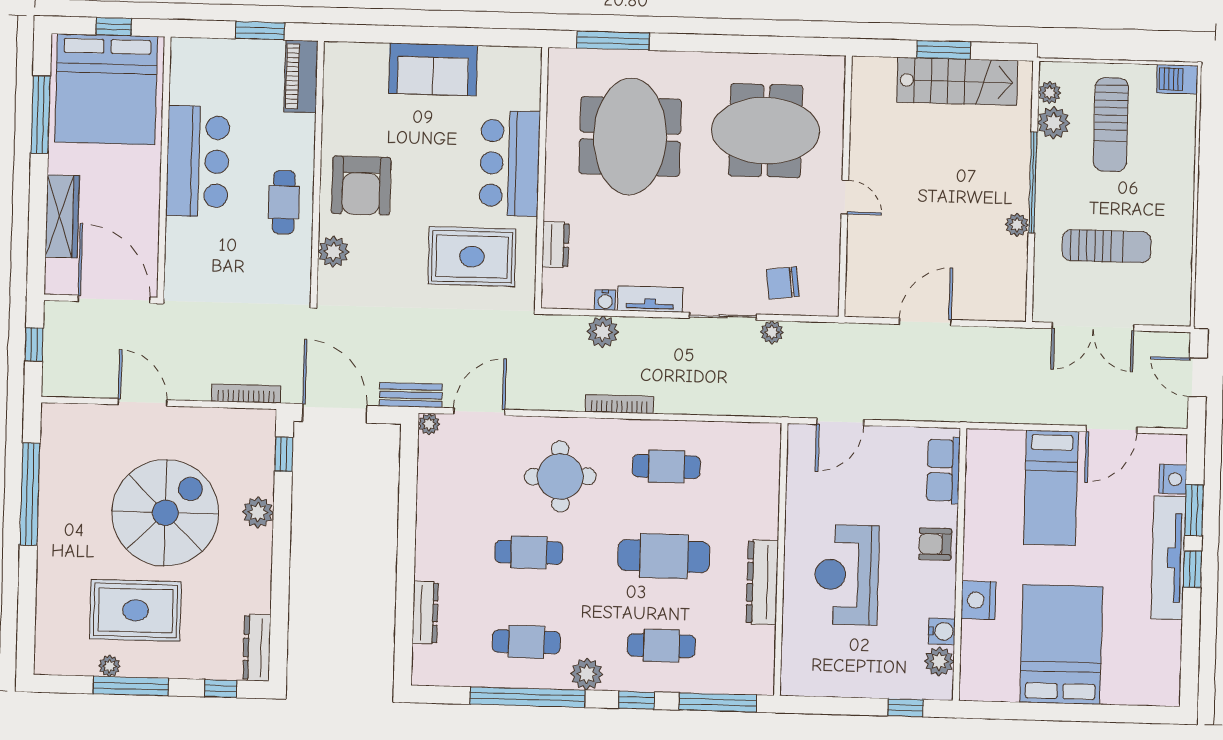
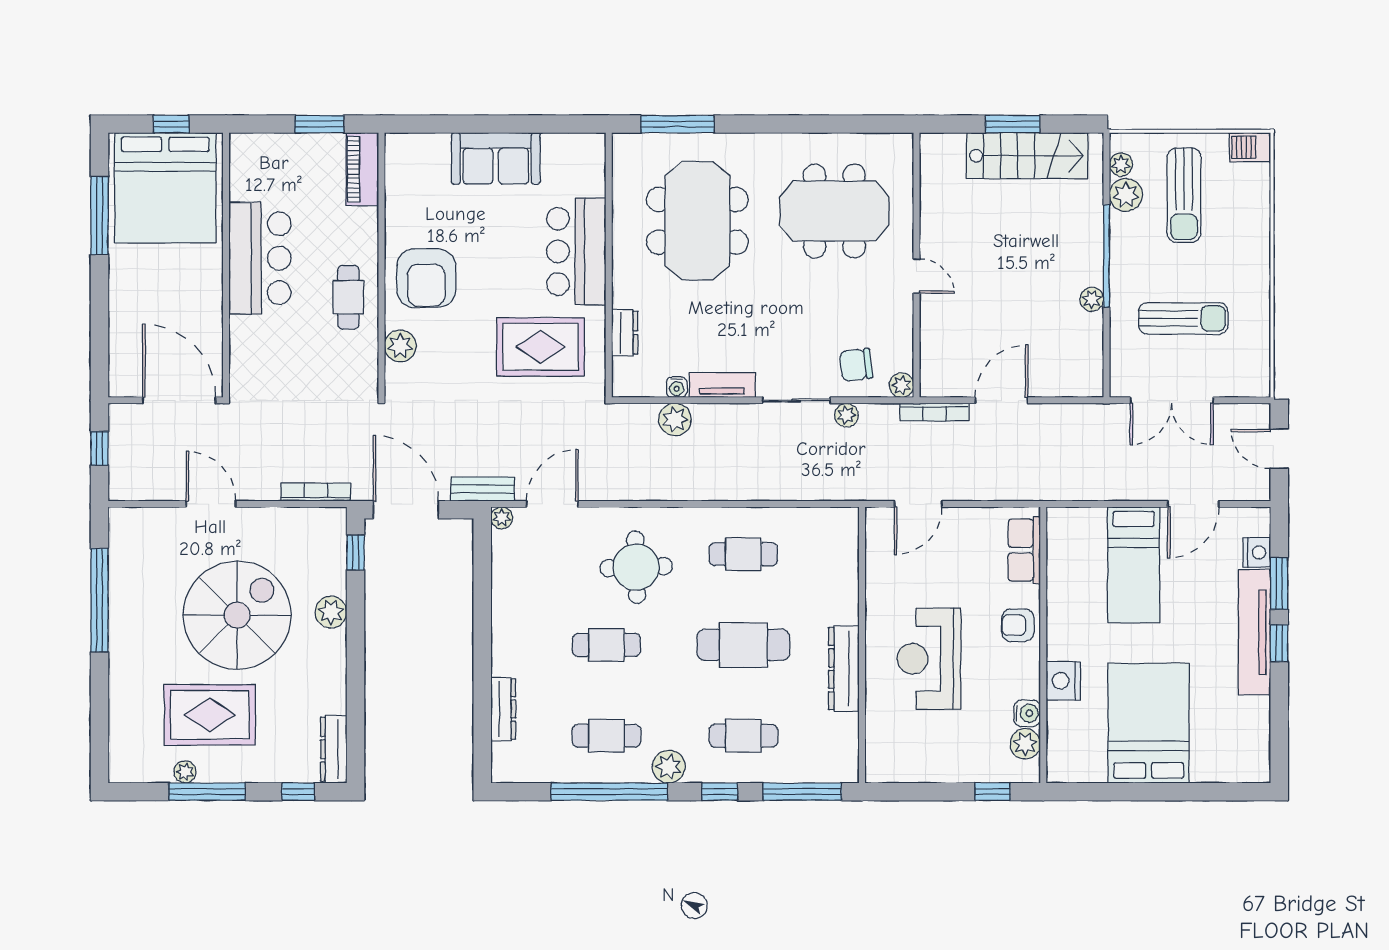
wardrobe: (62, 216) -> (124, 318), removed
plant: (827, 304) -> (901, 385), added
bookcase: (619, 404) -> (934, 412), moved, turned 180

